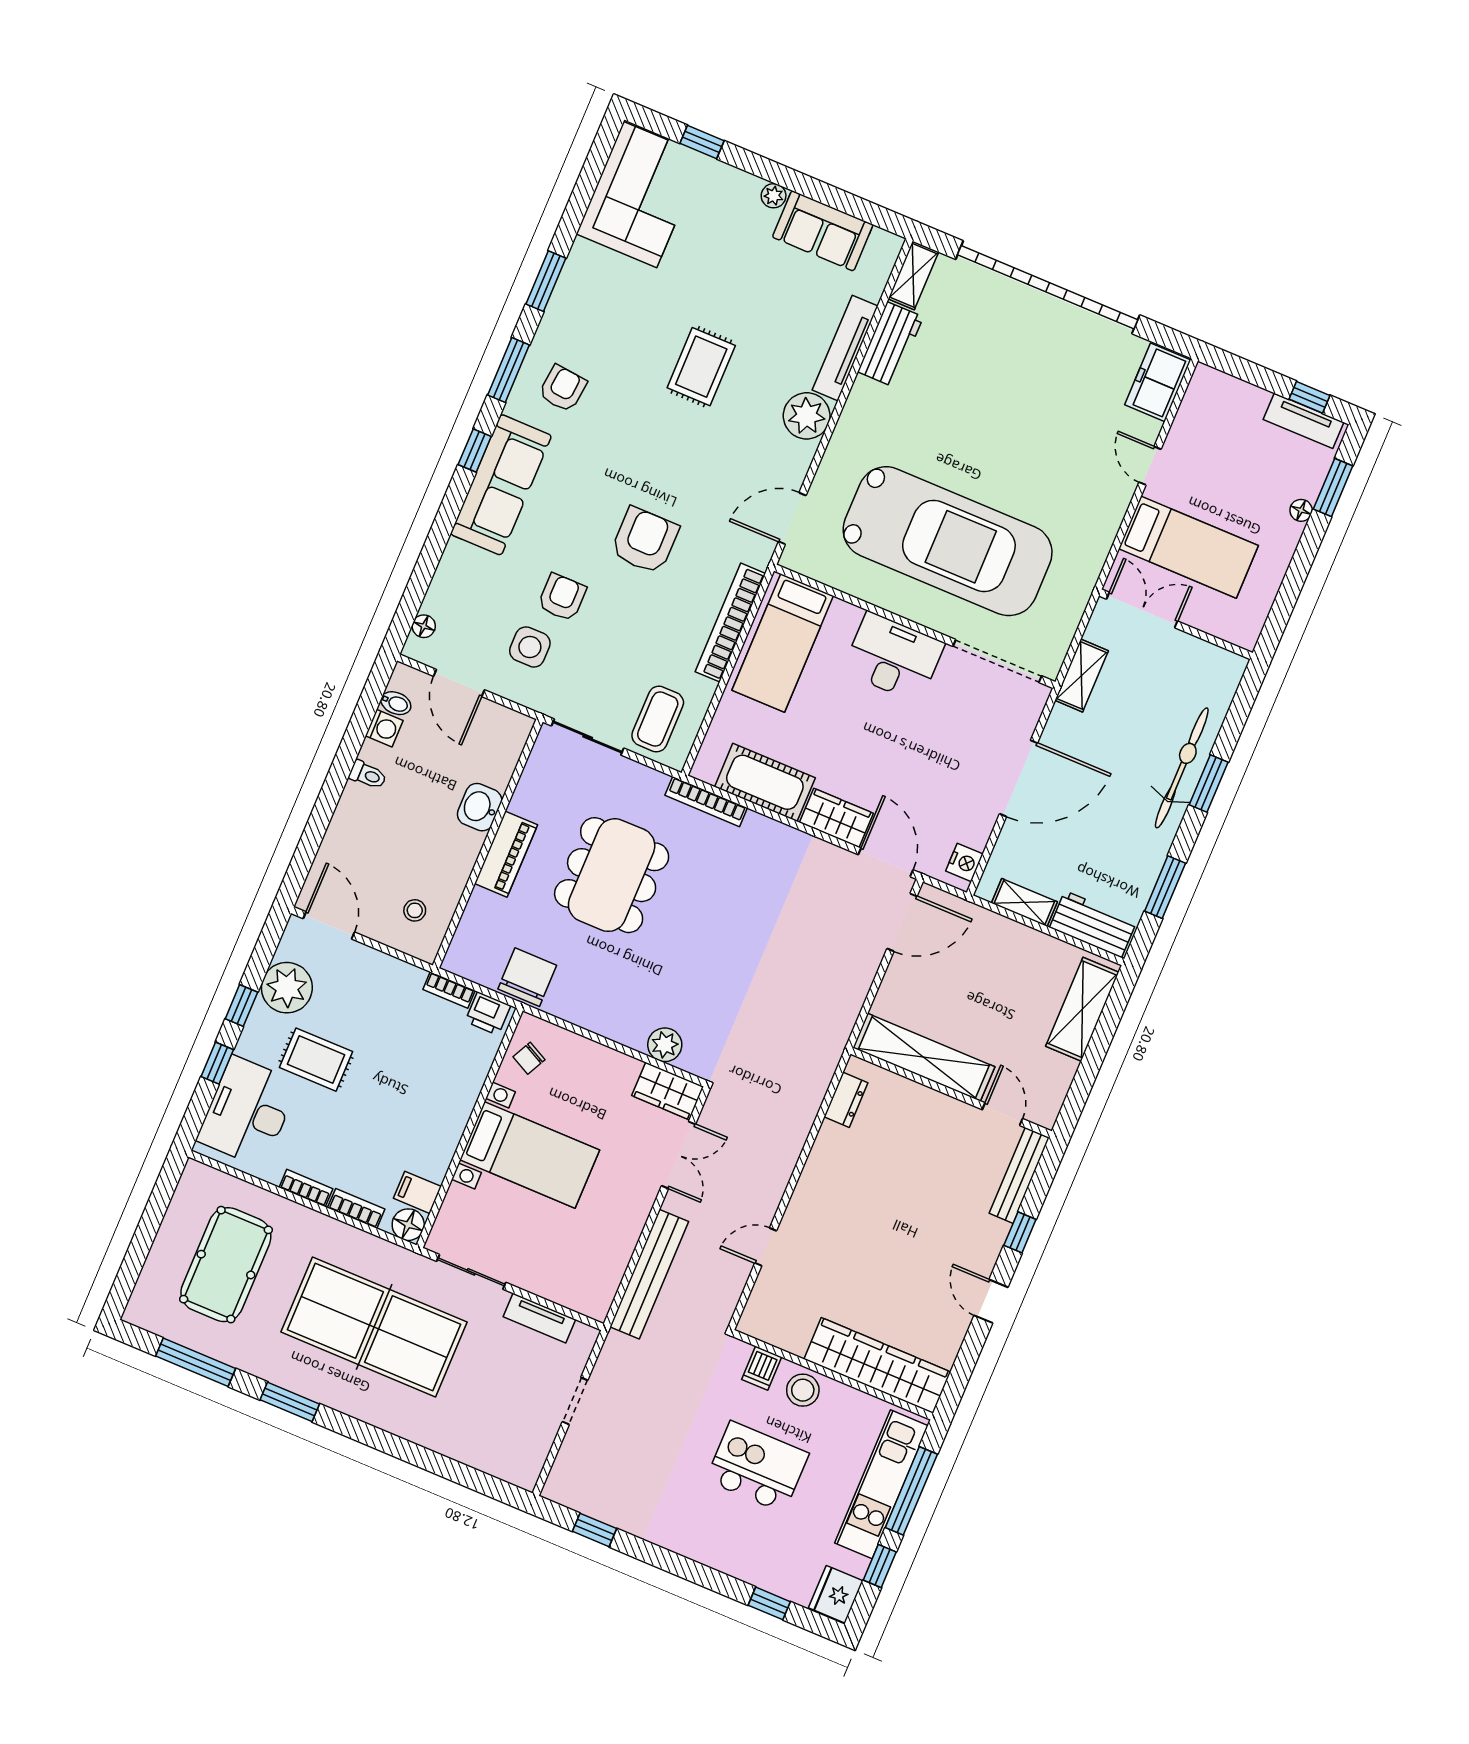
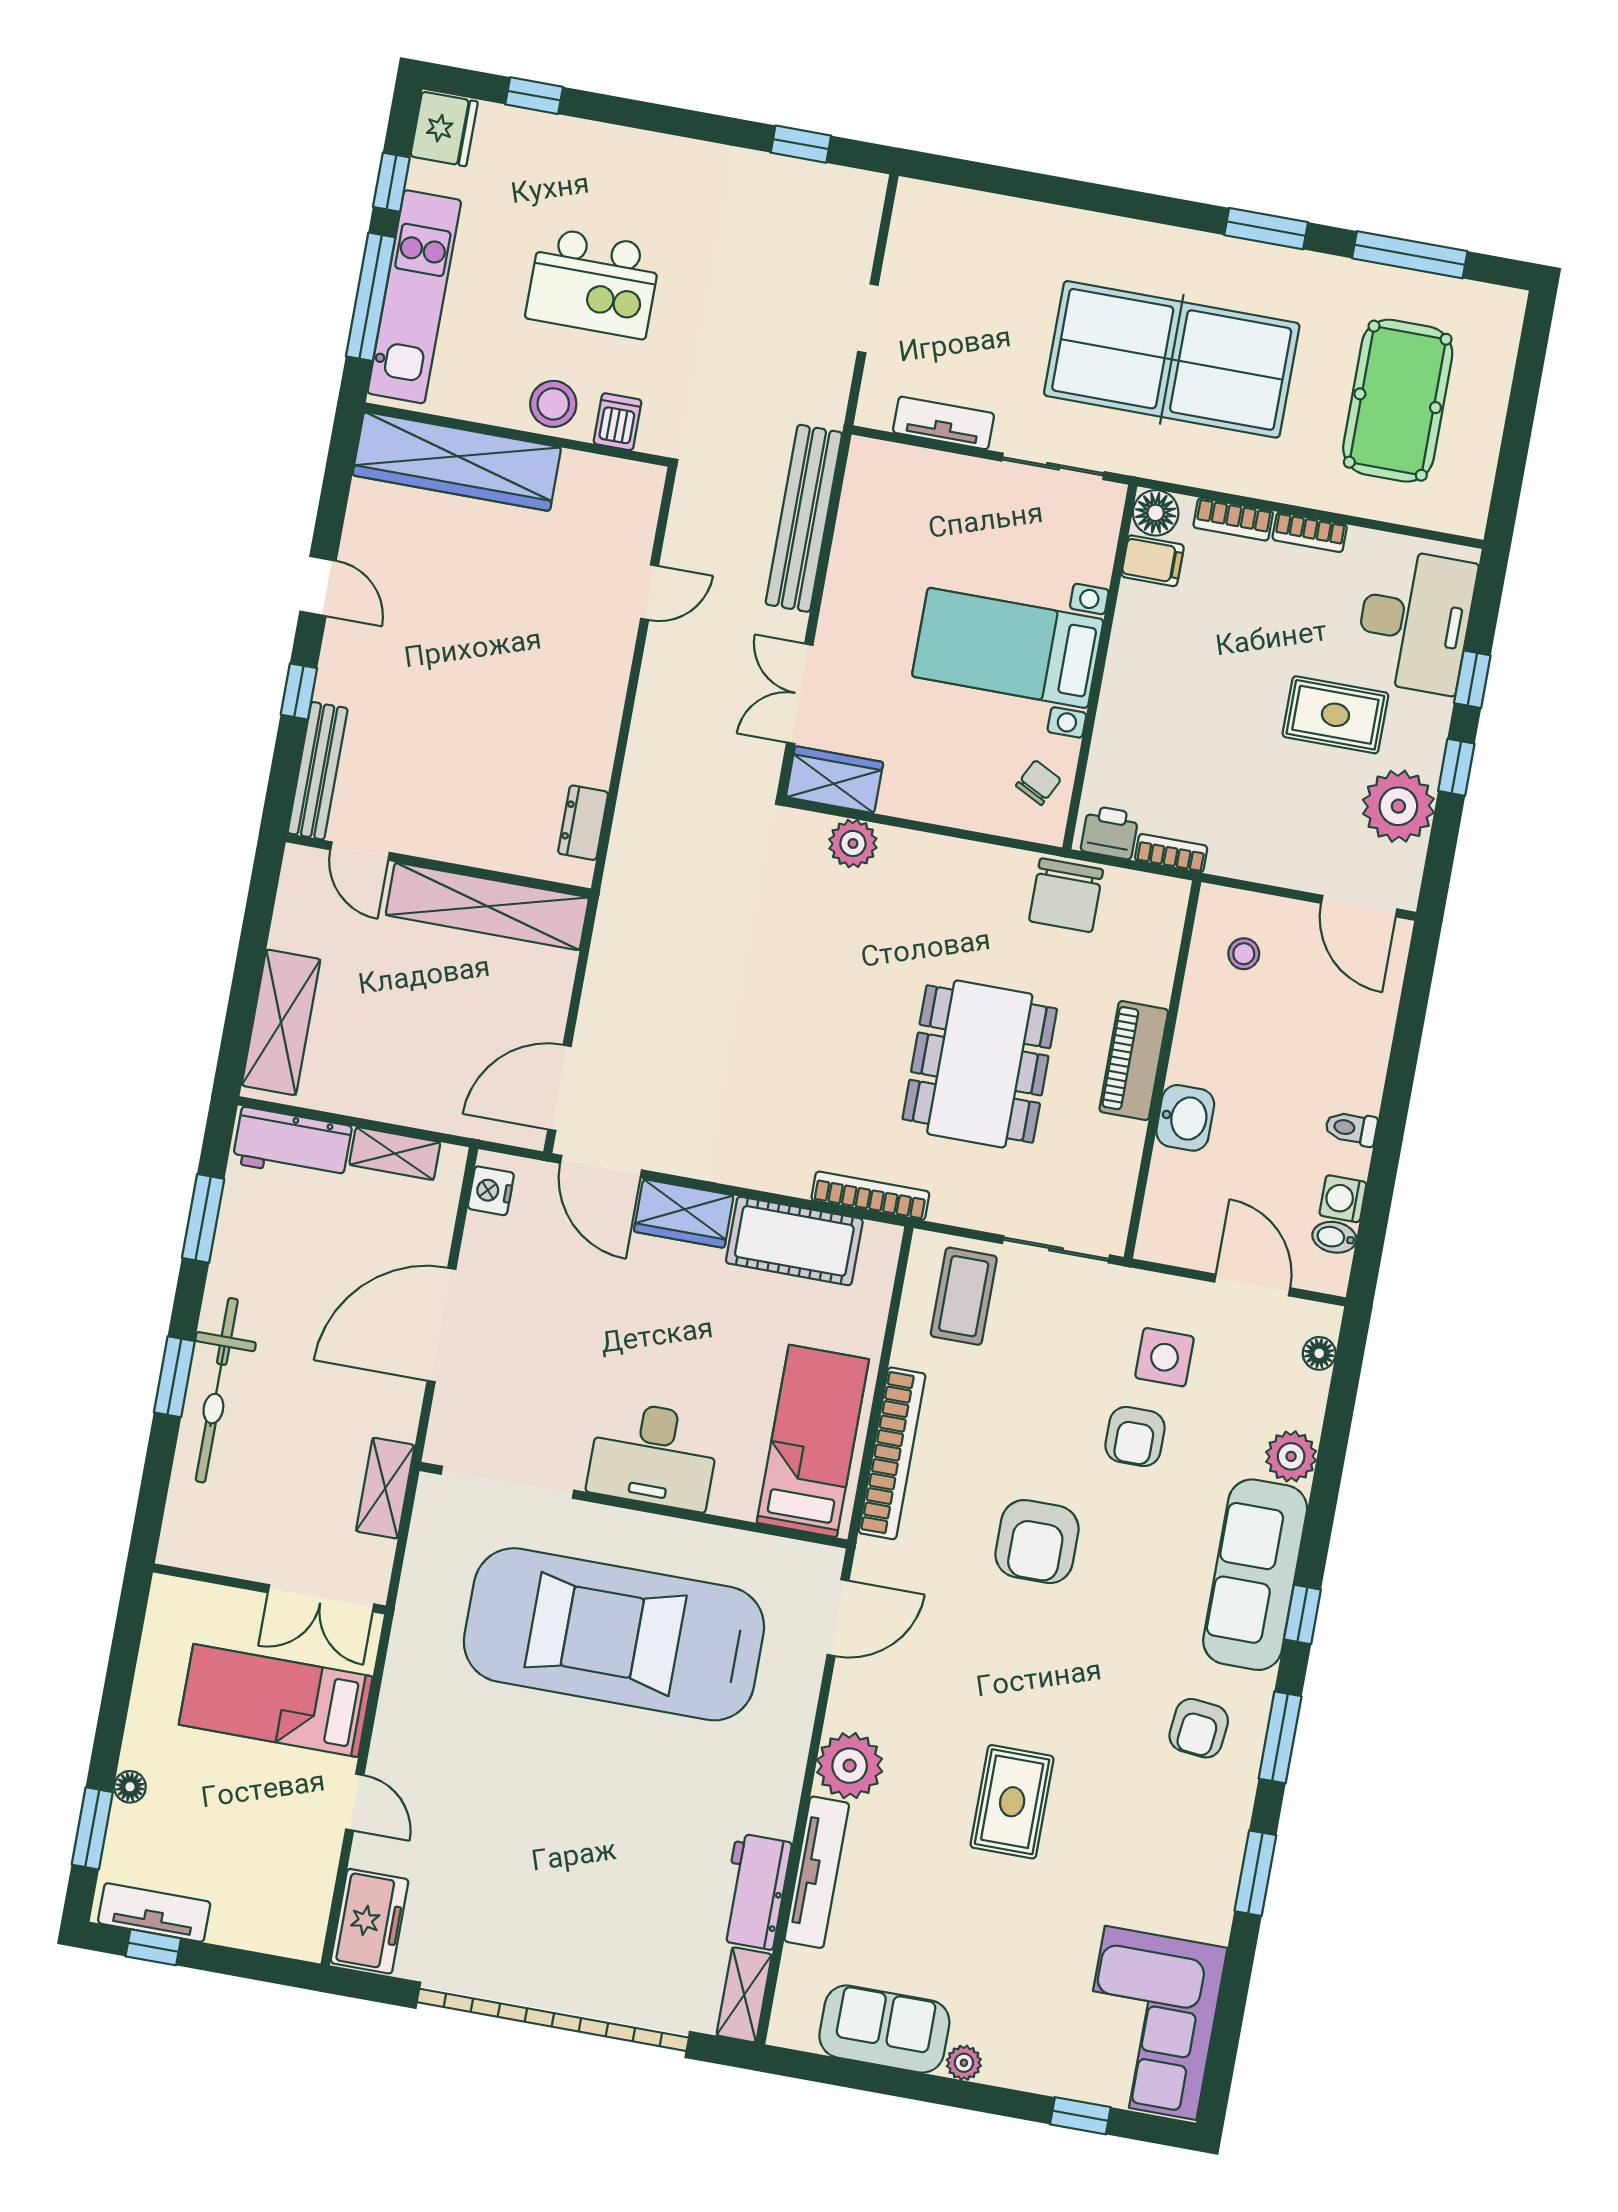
plant: (458, 560) -> (1291, 1456), added

